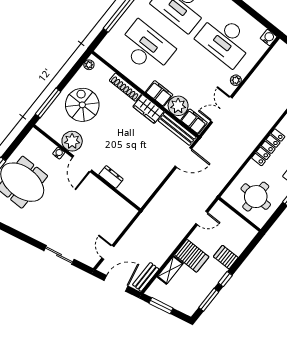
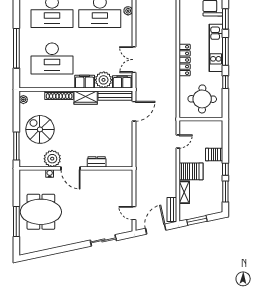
desk: (146, 48) -> (52, 58), turned 180
plant: (236, 80) -> (128, 11), moved

